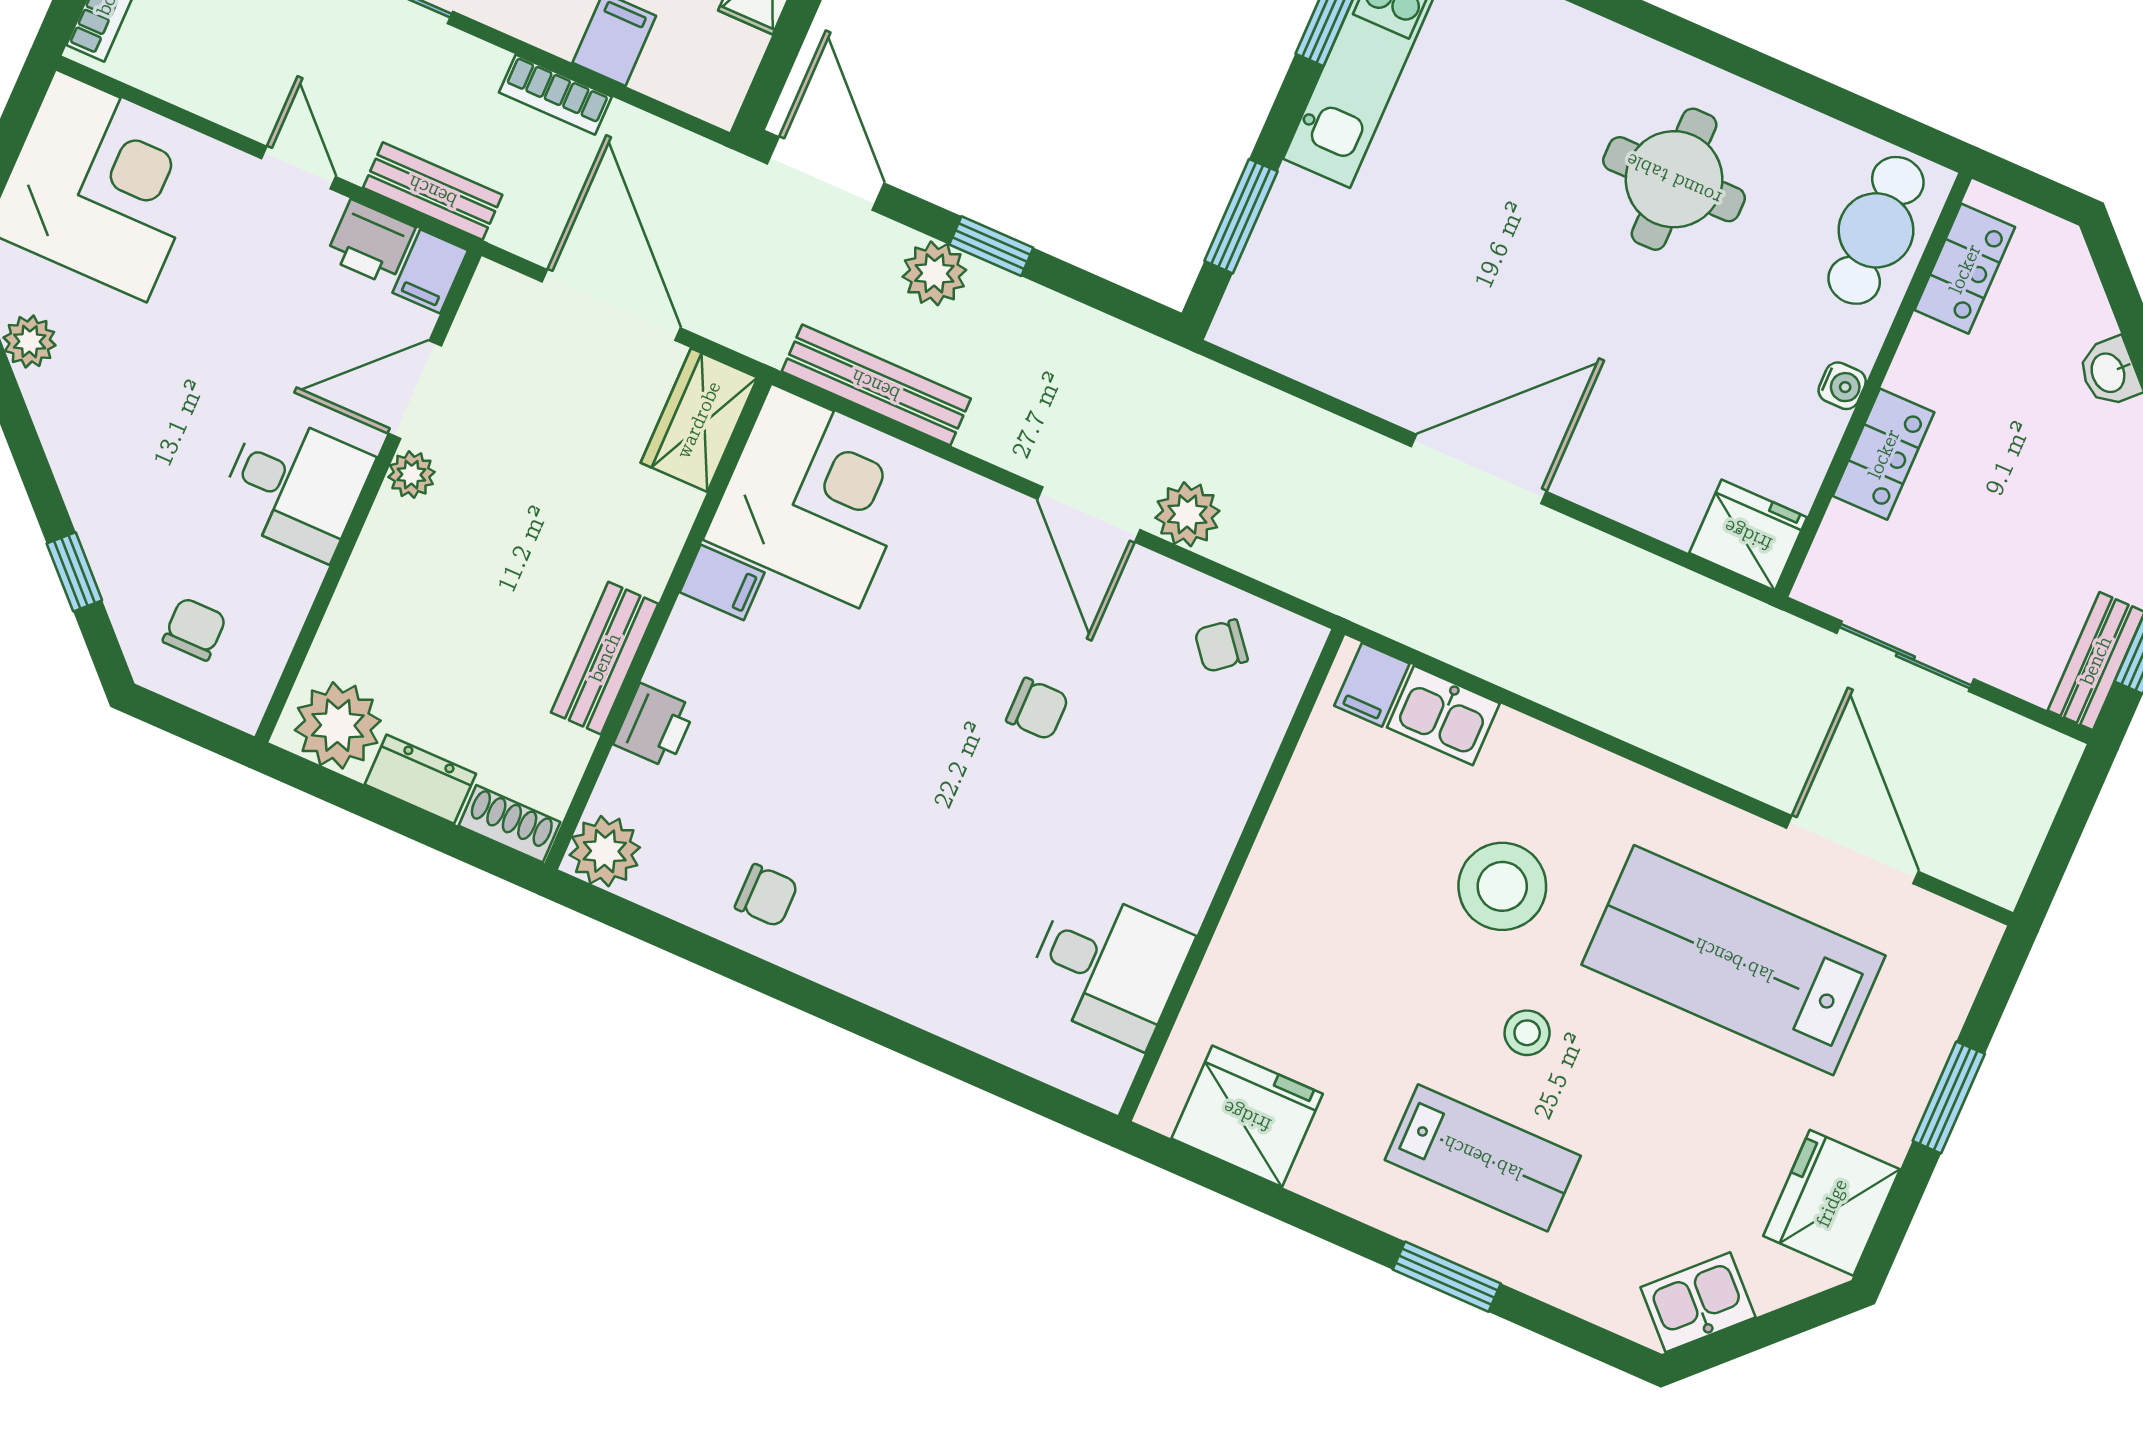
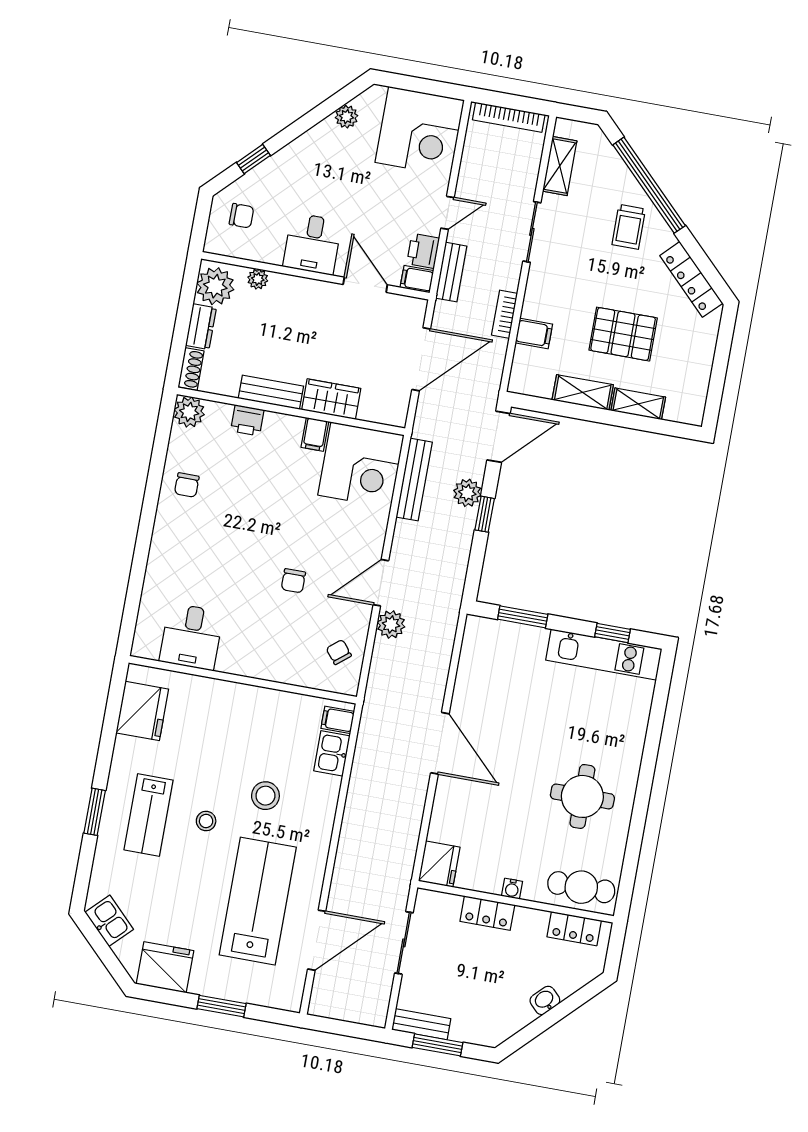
wardrobe: (699, 420) -> (331, 399), moved
plant: (411, 475) -> (258, 279), moved
stool: (1502, 886) -> (265, 796), width x0.73, depth x0.73

